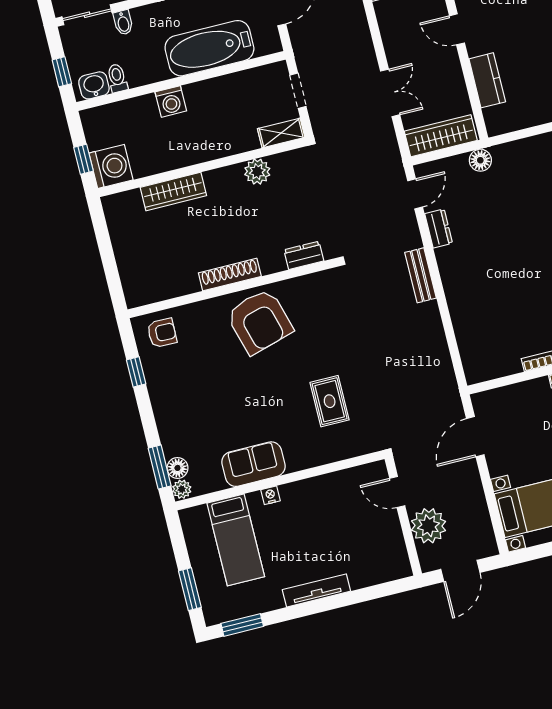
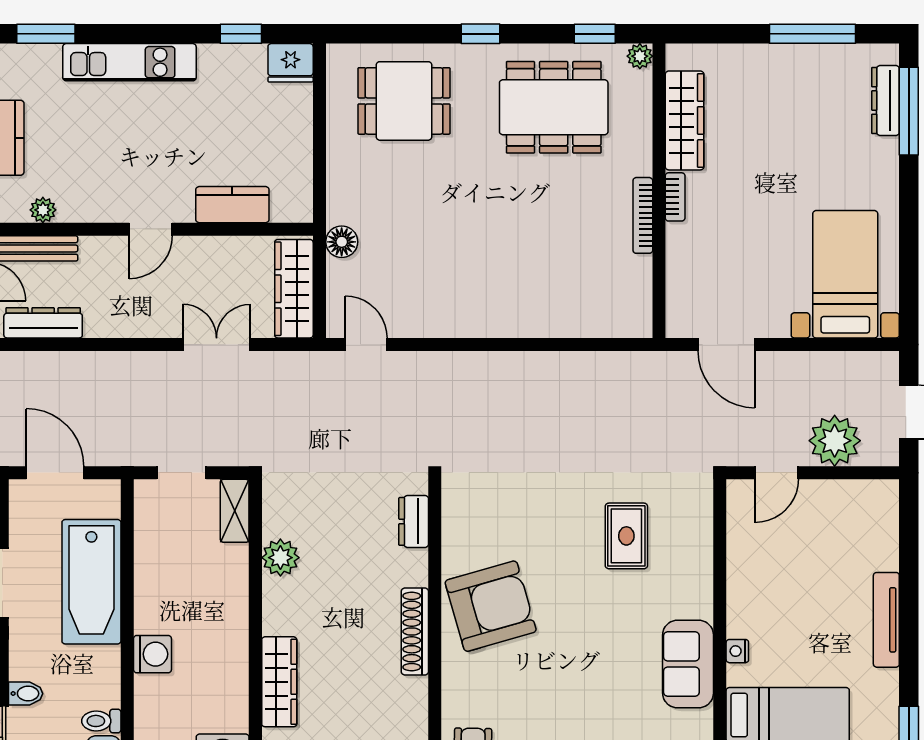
dresser: (439, 228) -> (423, 324), removed
bench: (421, 275) -> (482, 365), removed
rug: (330, 401) -> (626, 536), turned 90

